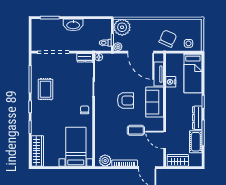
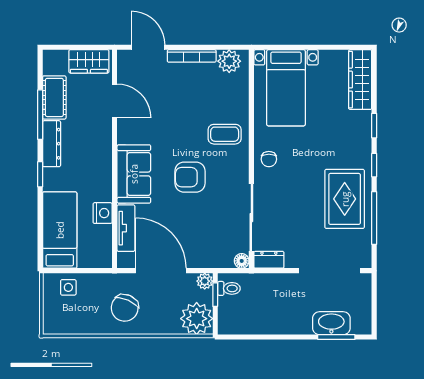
washbasin: (73, 25) -> (331, 323), moved
chair: (168, 39) -> (125, 308), moved
rug: (45, 89) -> (345, 199), width x1.36, depth x1.43
coffee table: (136, 130) -> (225, 134), moved

